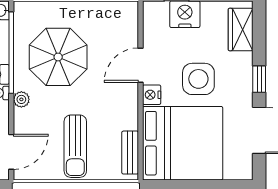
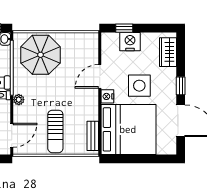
parasol: (58, 57) -> (41, 55), moved

